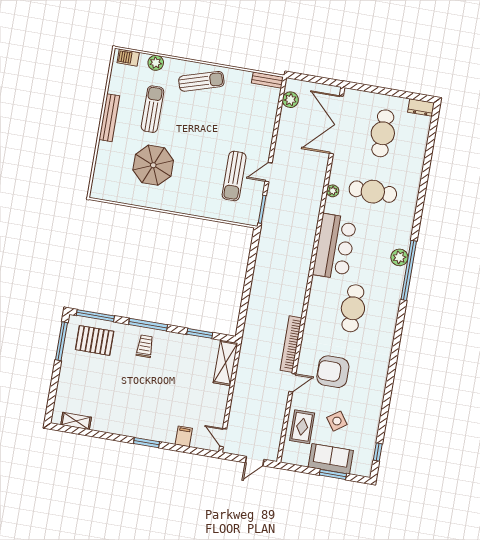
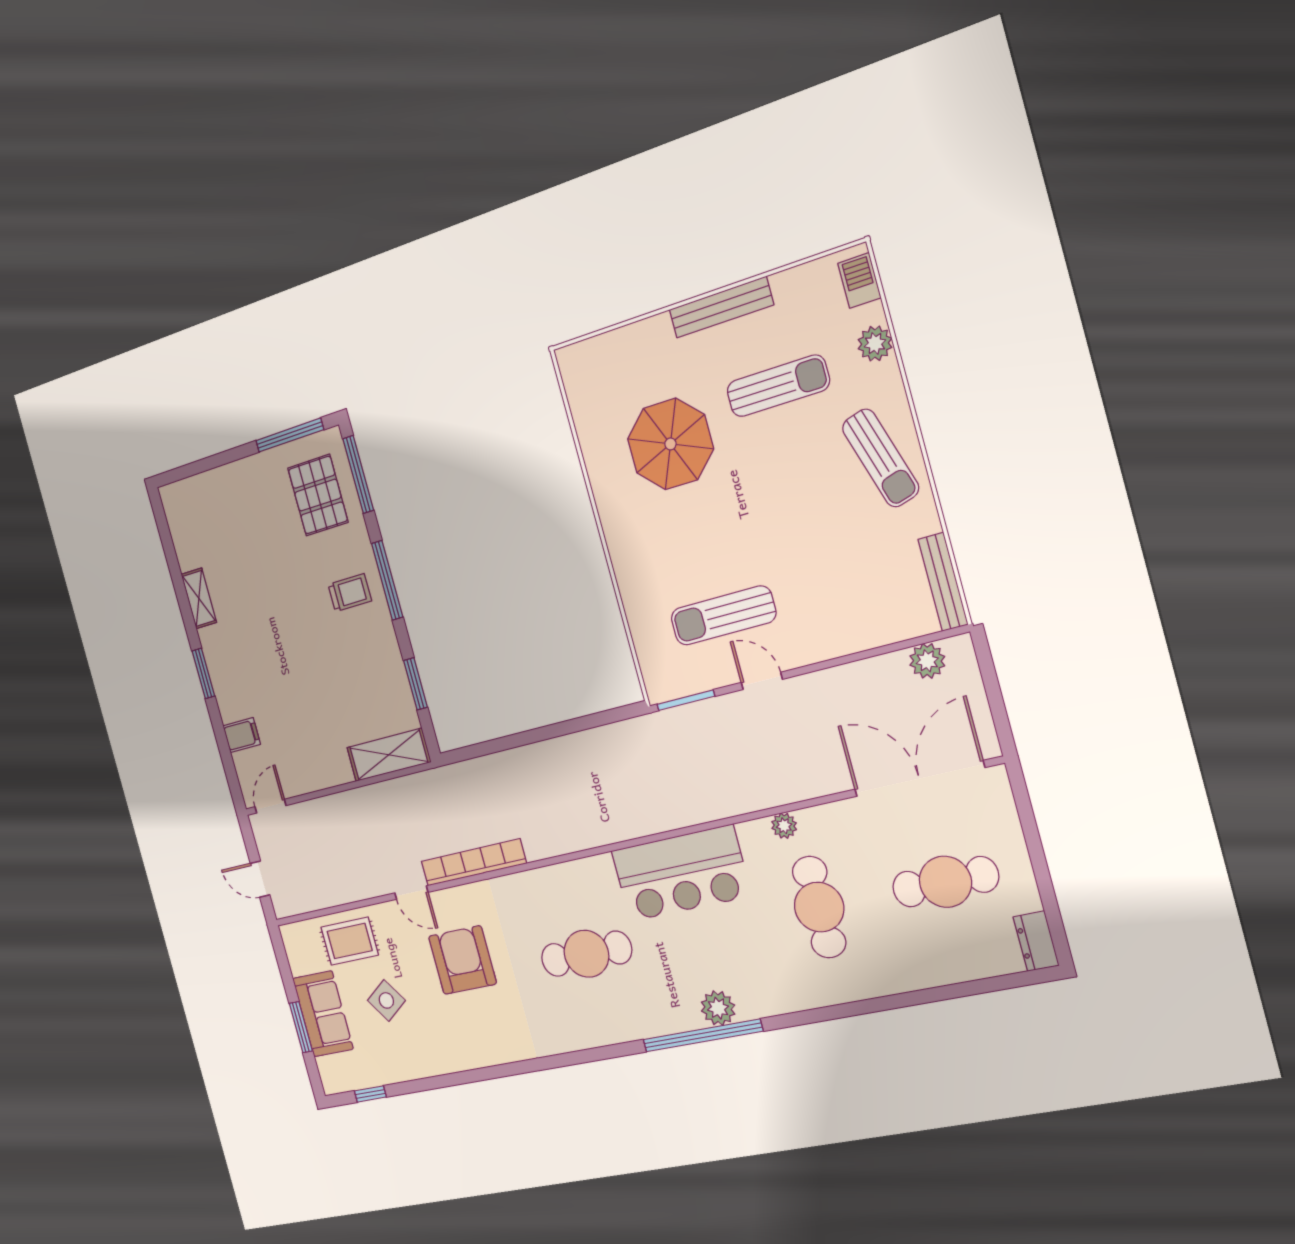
bench: (267, 80) -> (943, 582), width x1.36
shelving: (76, 421) -> (199, 598), moved

